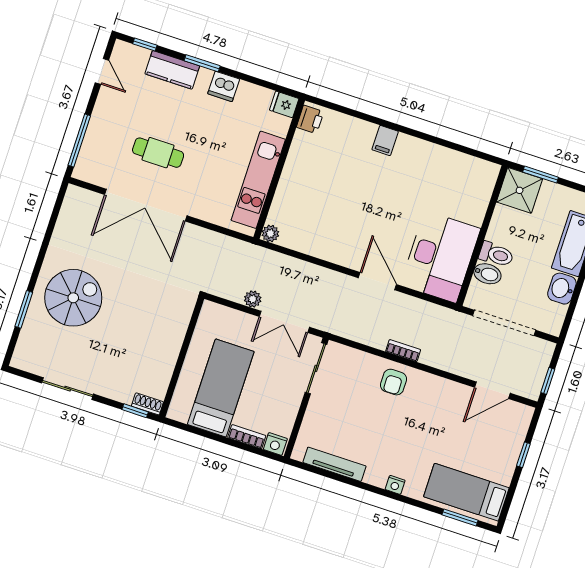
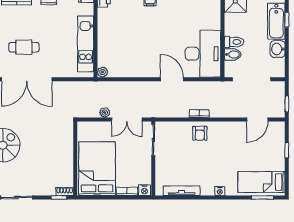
bed: (221, 388) -> (97, 169), width x1.50

